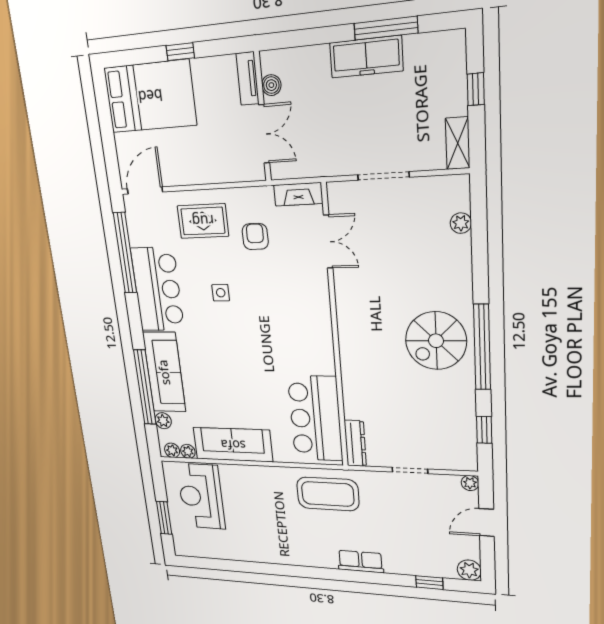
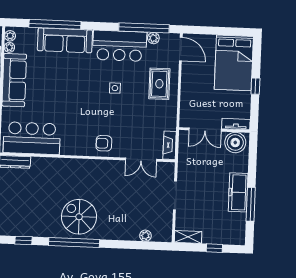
boiler: (271, 85) -> (235, 143), width x1.86, depth x1.86
armchair: (255, 236) -> (104, 143), moved, turned 180
plant: (163, 421) -> (153, 38), moved

